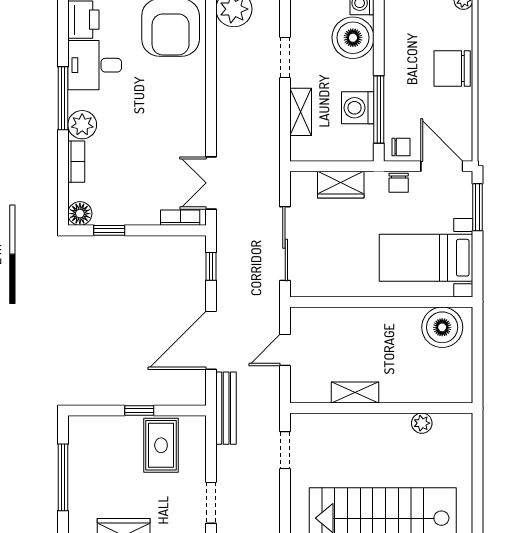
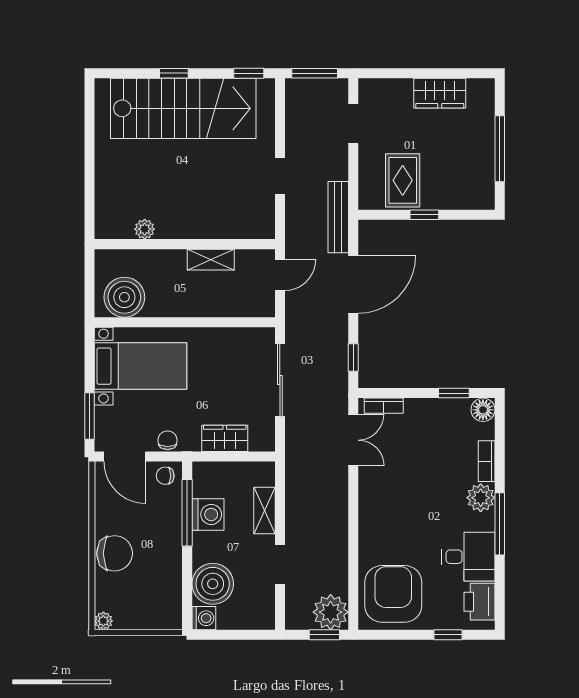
shelving: (355, 392) -> (211, 260), moved
wall: (381, 408) -> (185, 244), moved
plant: (422, 423) -> (145, 229), moved

